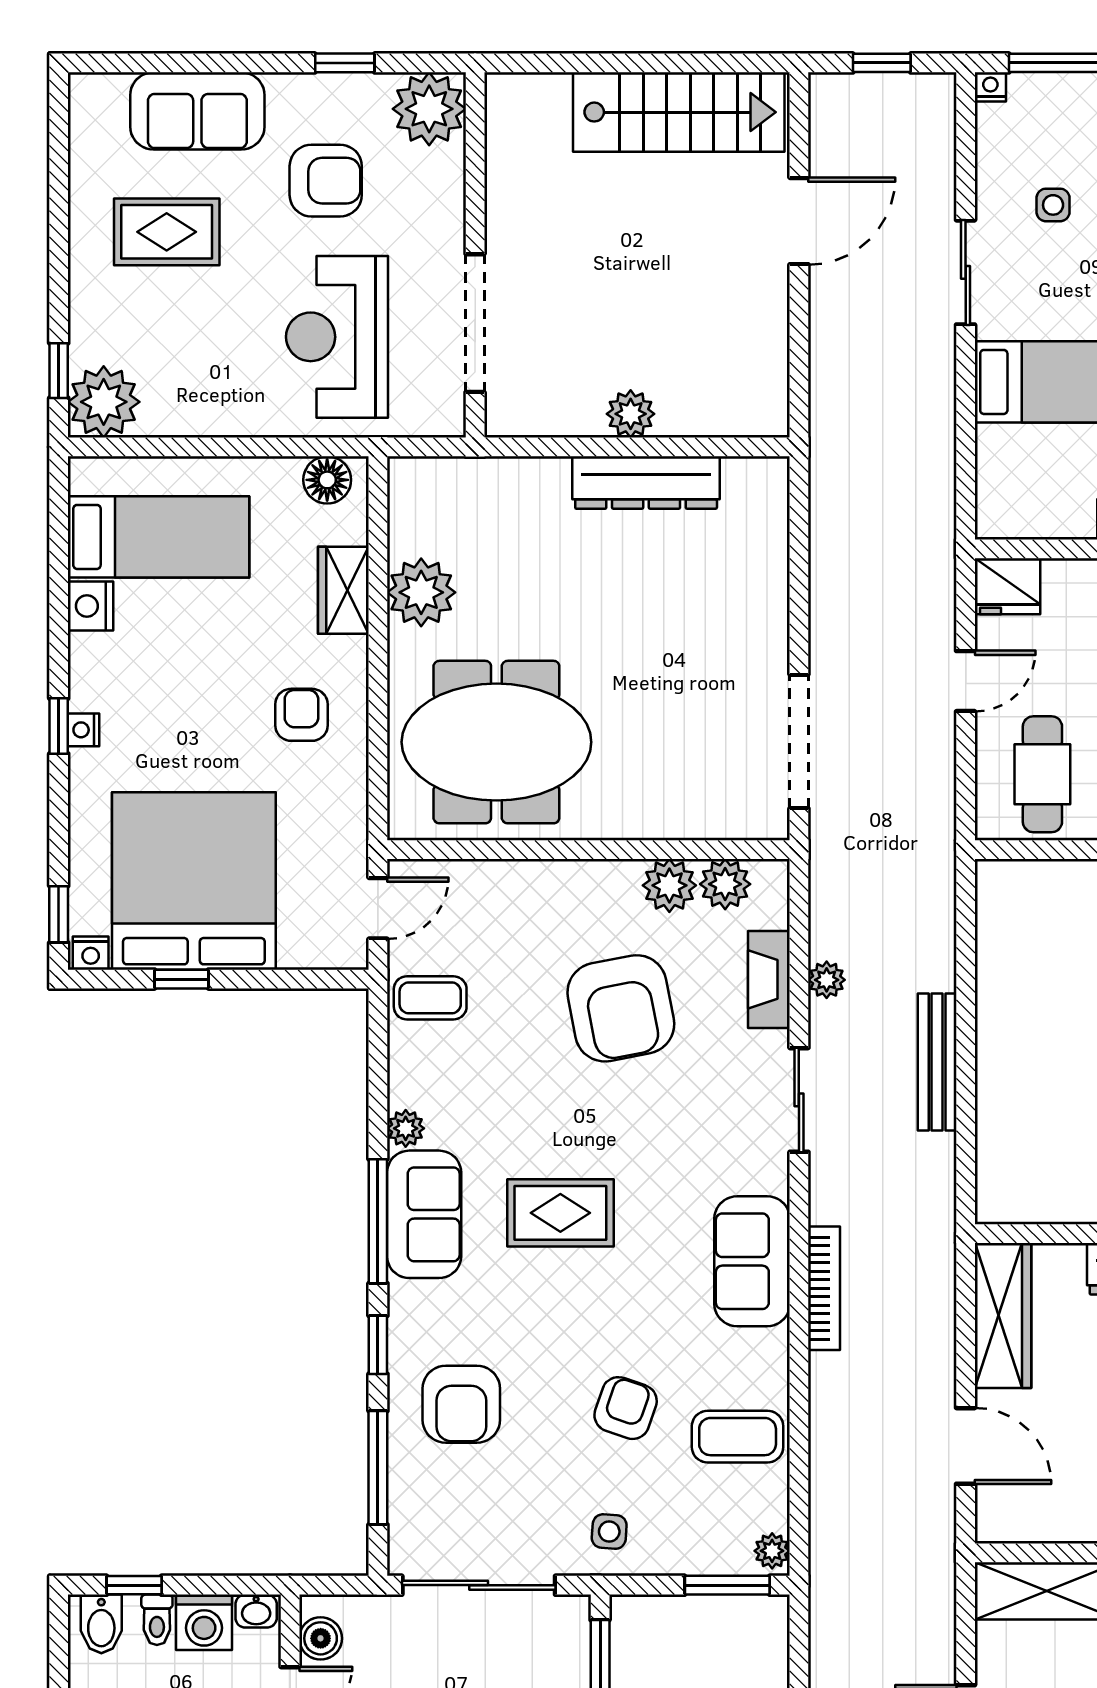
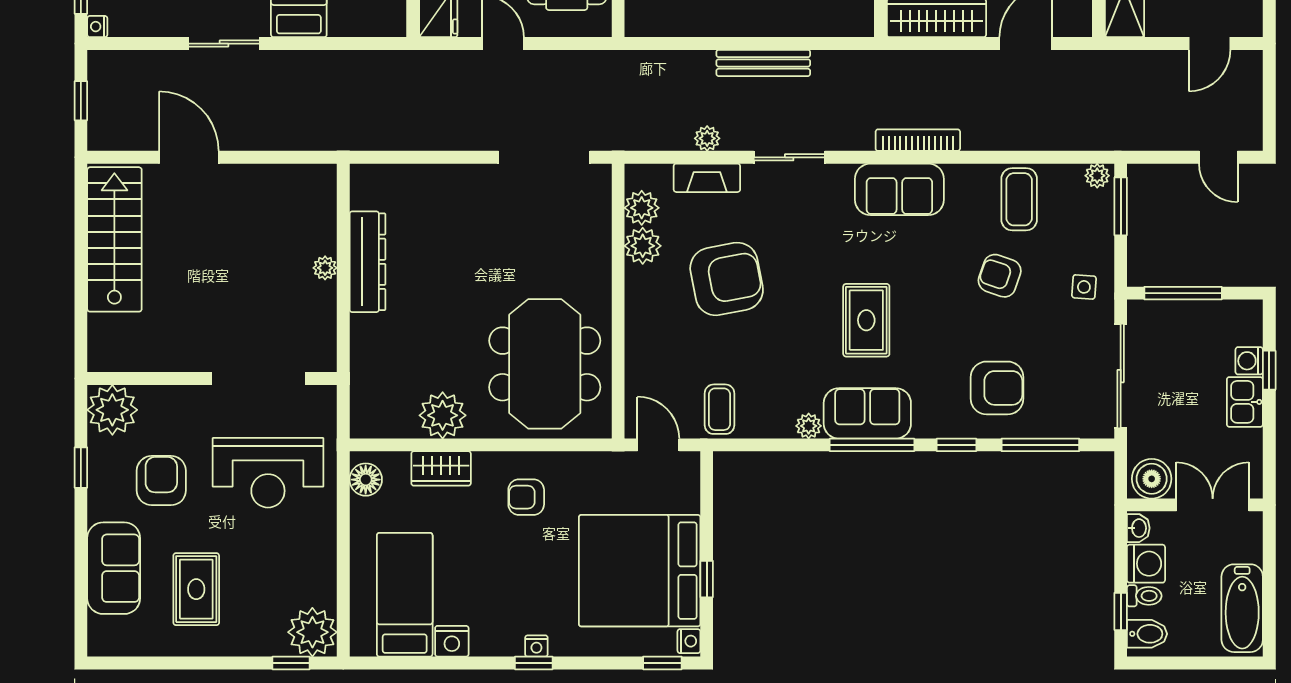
plant: (631, 414) -> (325, 268), width x0.73, depth x0.73
boiler: (321, 1638) -> (1152, 479), width x1.36, depth x1.36

